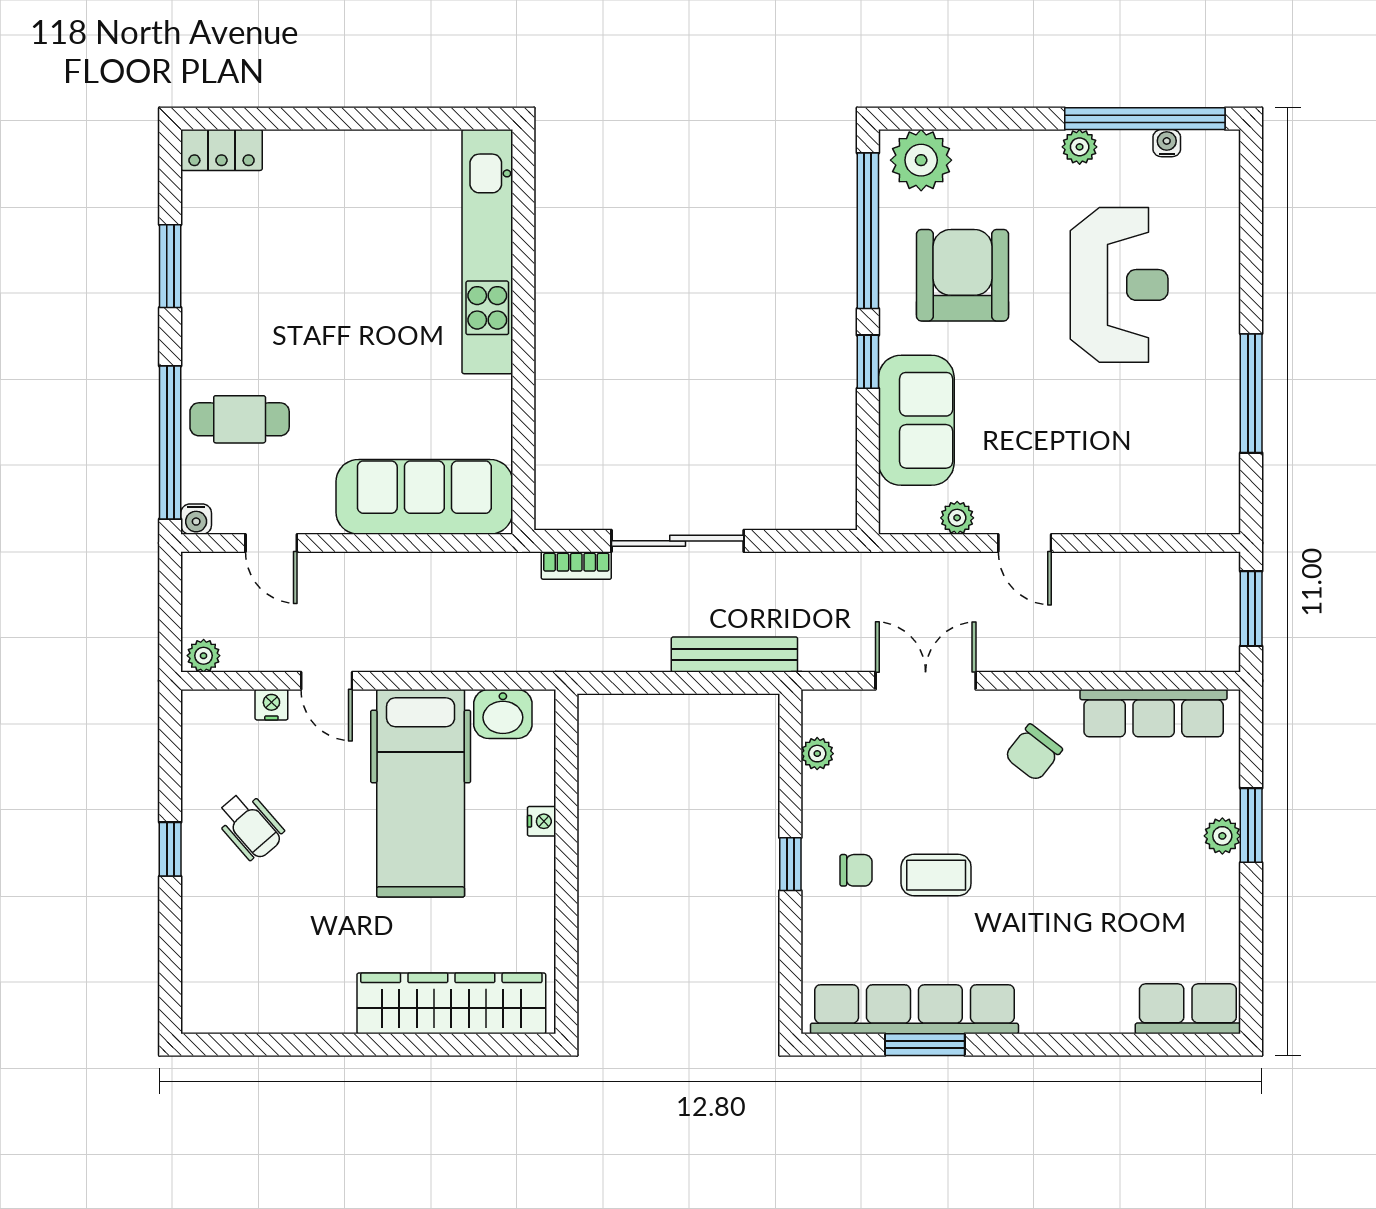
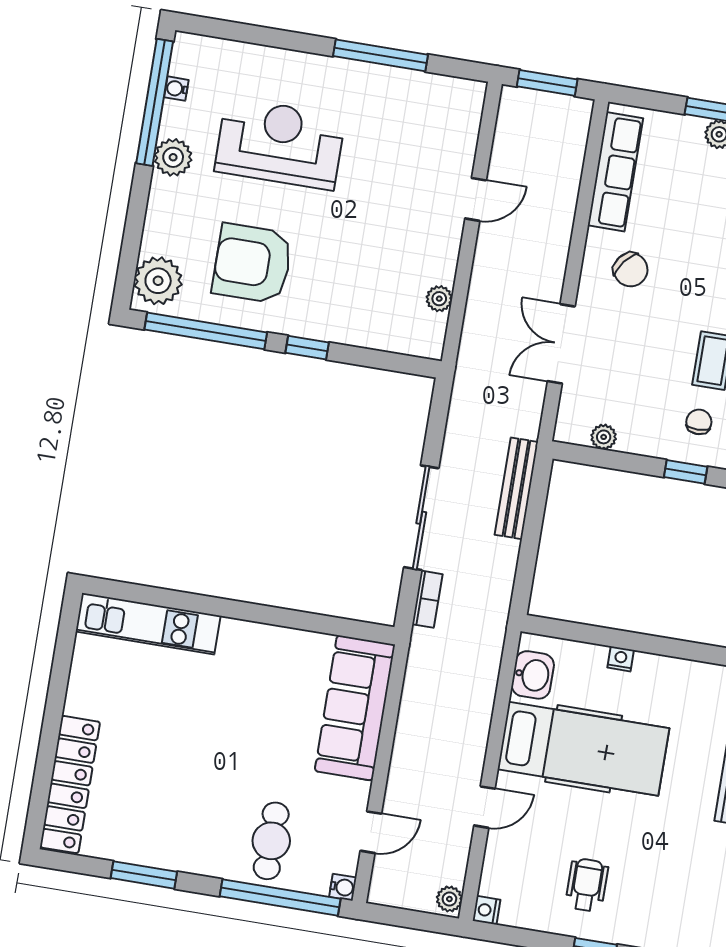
plant: (1080, 147) -> (173, 157), width x1.38, depth x1.38
locker: (221, 150) -> (70, 785), width x2.16, depth x1.21
kitchen unit: (487, 252) -> (148, 624), width x0.73
sofa: (916, 420) -> (359, 318), removed
door: (1025, 543) -> (476, 199), moved
nightstand: (271, 705) -> (486, 910), moved
wheelchair: (250, 826) -> (587, 885), turned -49

